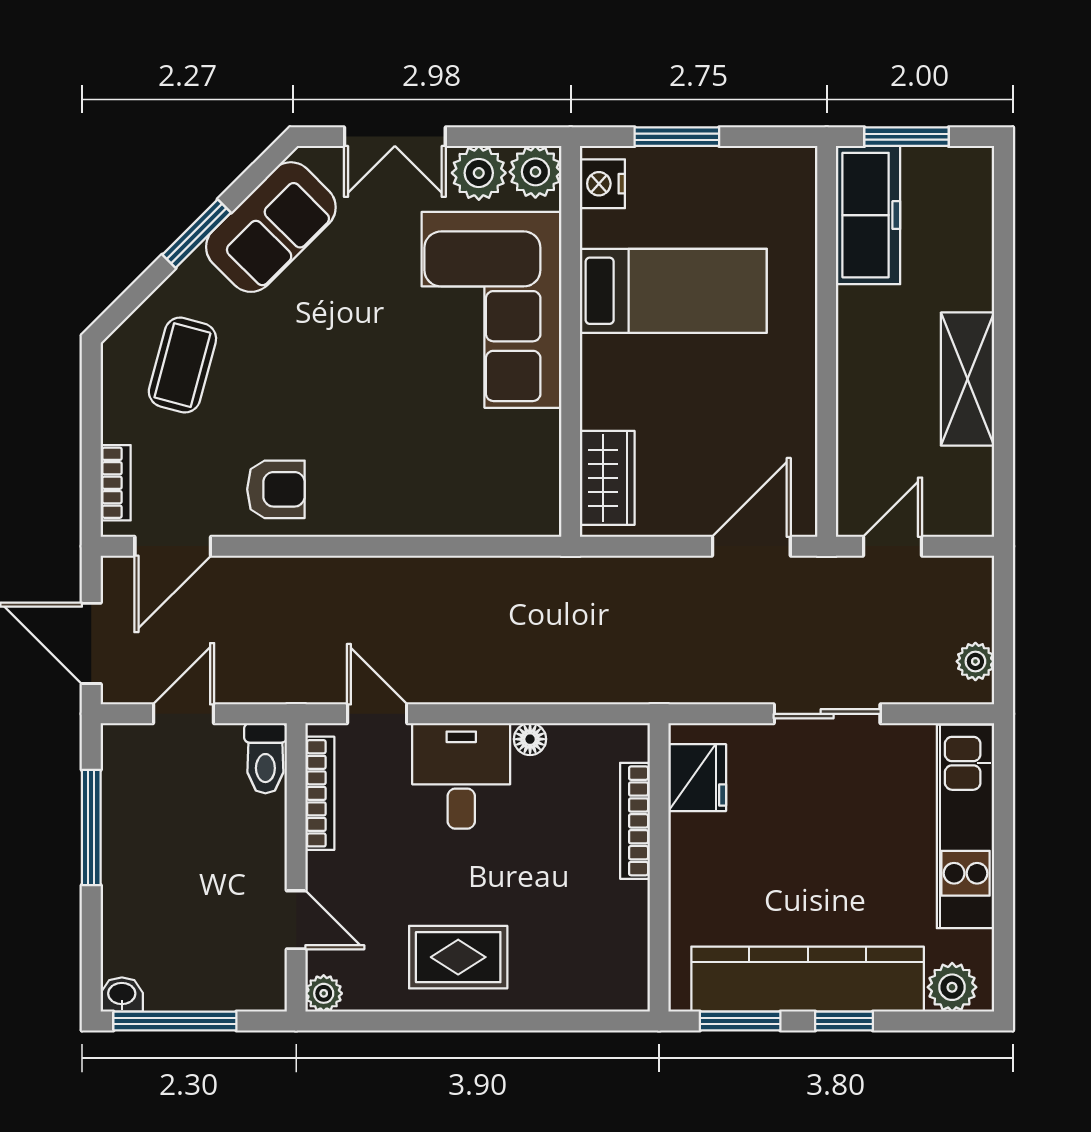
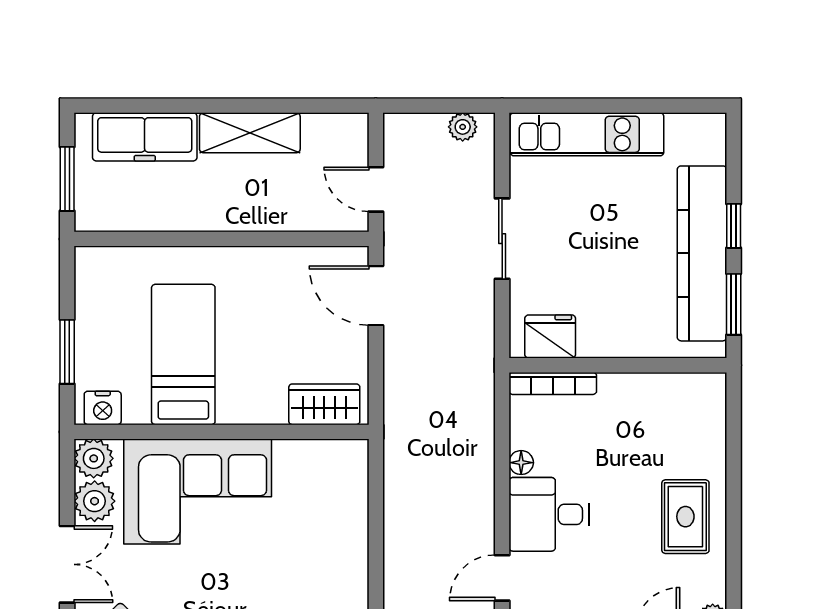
freezer: (868, 215) -> (145, 137), moved, turned 180
bookcase: (635, 821) -> (553, 383), moved
plant: (952, 987) -> (708, 145), removed

